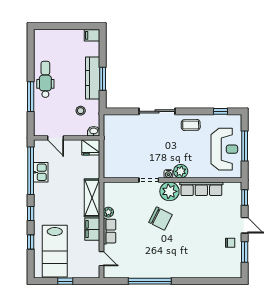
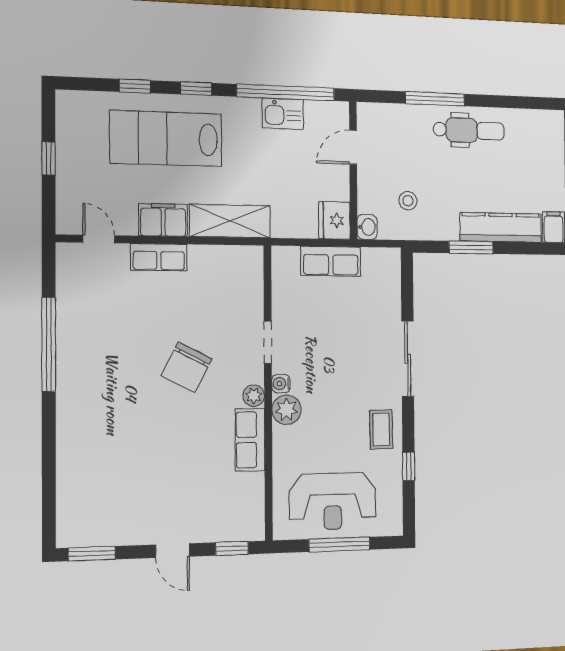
kitchen counter: (93, 78) -> (501, 227), moved
window: (220, 111) -> (409, 466), moved
row of seats: (110, 149) -> (331, 261), added
row of seats: (201, 189) -> (250, 440), width x0.68
plant: (169, 191) -> (254, 396), width x0.53, depth x0.53
plant: (108, 212) -> (200, 255), removed
door: (245, 225) -> (173, 551), hinge flipped
chair: (230, 243) -> (134, 520), removed
lab bench: (55, 251) -> (166, 138), moved
window: (245, 252) -> (92, 554), moved
door: (102, 259) -> (99, 239), swing flipped

